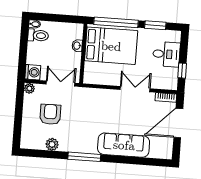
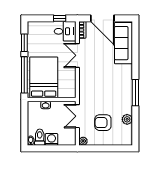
desk: (166, 54) -> (65, 31), moved, turned 90
washing machine: (33, 72) -> (52, 139), moved
sofa: (124, 145) -> (124, 43), moved

